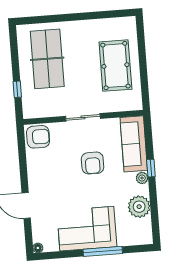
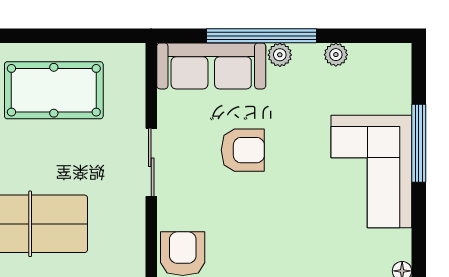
window: (151, 168) -> (262, 36), width x3.17
plant: (139, 207) -> (336, 55), width x0.53, depth x0.53

